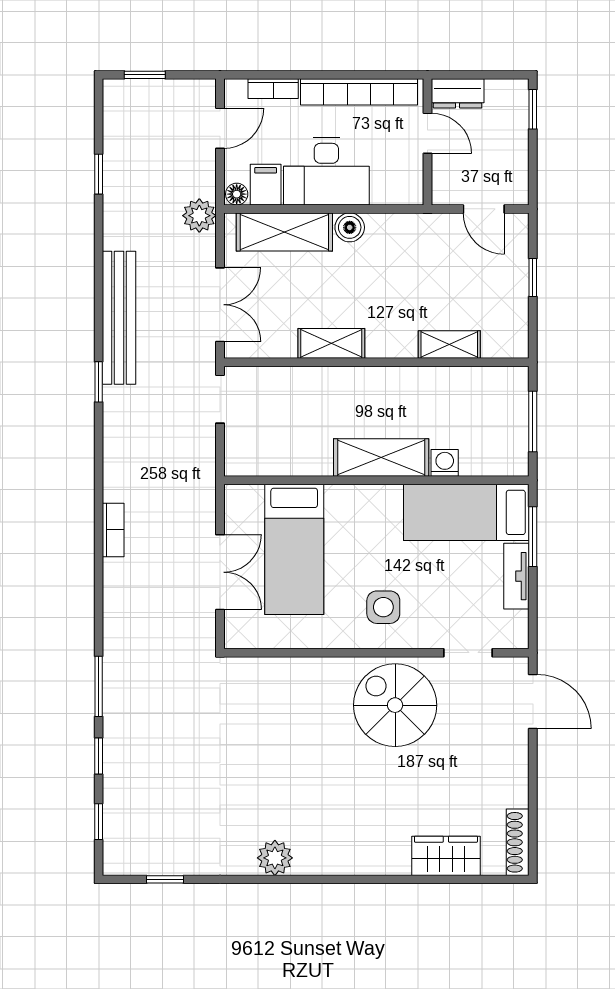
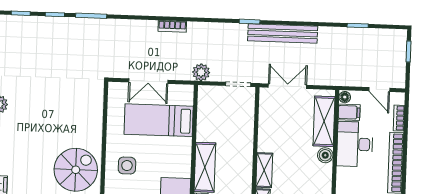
plant: (199, 216) -> (201, 72), moved
double door: (220, 305) -> (287, 86), swing flipped
shelving: (331, 343) -> (264, 170), moved

